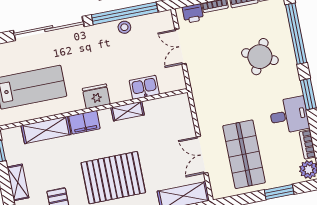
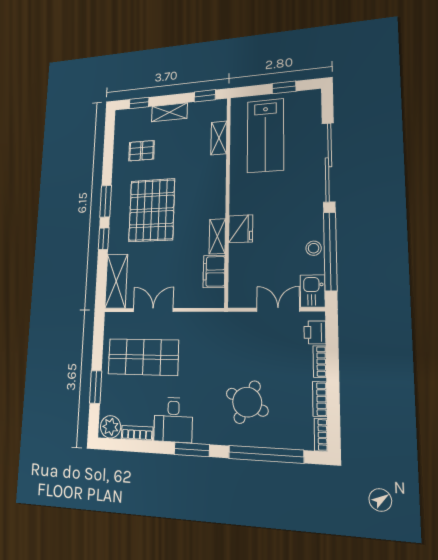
kitchen sink: (144, 87) -> (313, 291), moved, turned 180
fridge: (96, 96) -> (241, 229), moved
filing cabinet: (84, 122) -> (214, 271), moved
shelving: (46, 130) -> (219, 138), width x0.67, depth x0.75

